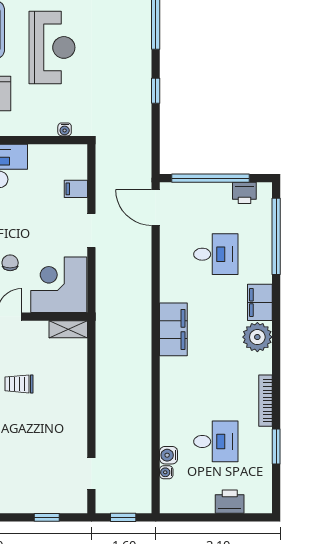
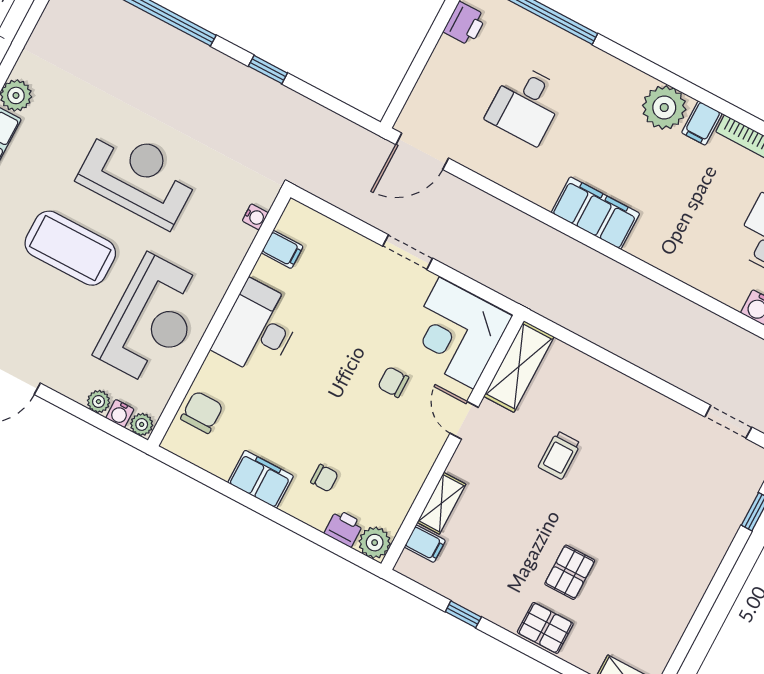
window: (211, 178) -> (422, 58), removed
filing cabinet: (76, 189) -> (282, 249), moved, turned -90
desk: (216, 254) -> (526, 104), turned 180
filing cabinet: (260, 302) -> (702, 123), moved, width x0.50
shelving: (68, 329) -> (519, 366), width x1.50, depth x1.33

